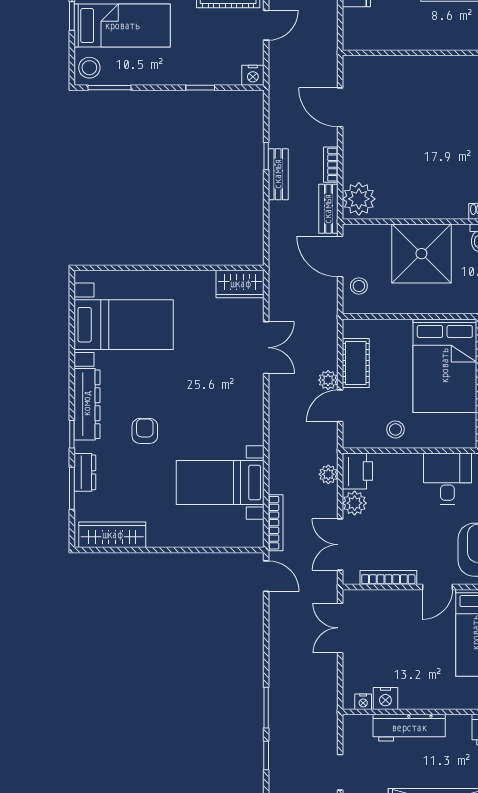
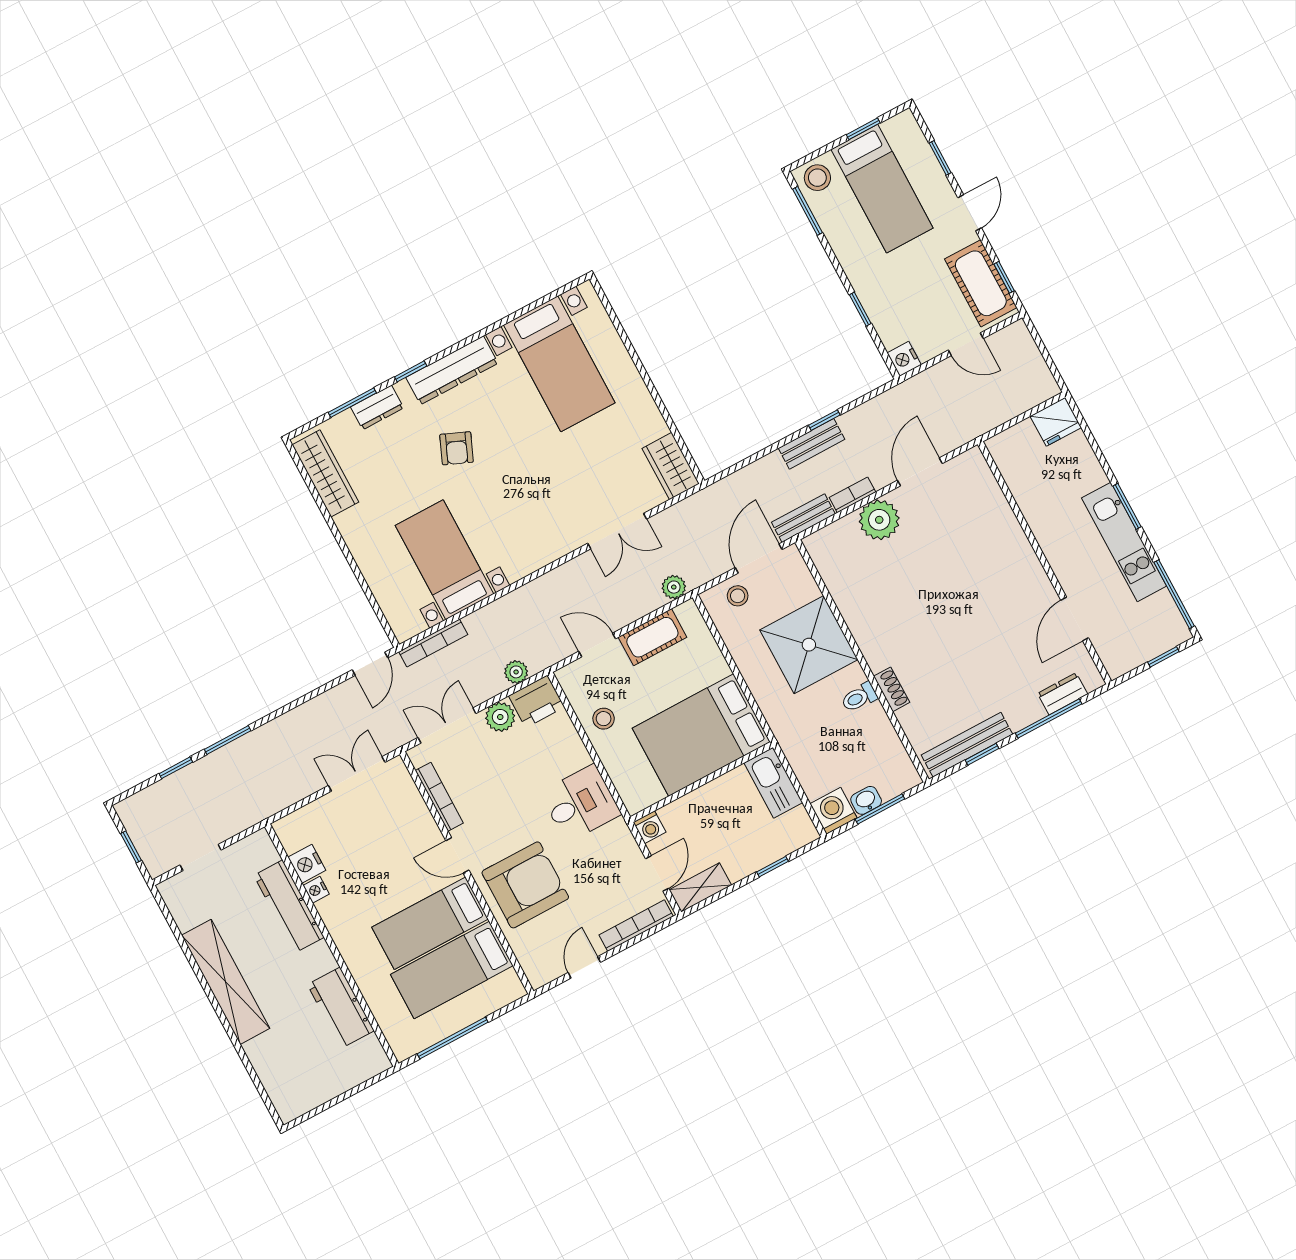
plant: (359, 199) -> (879, 520), moved
plant: (328, 380) -> (674, 587), moved
armchair: (145, 431) -> (457, 448), turned 113
nightstand: (363, 702) -> (316, 890), moved

